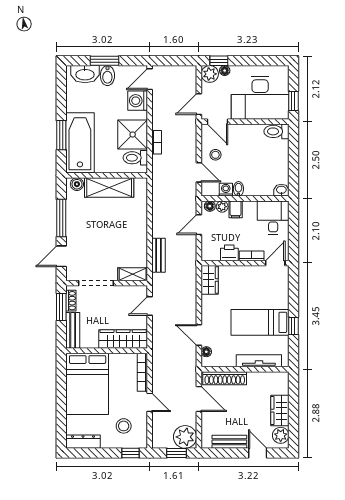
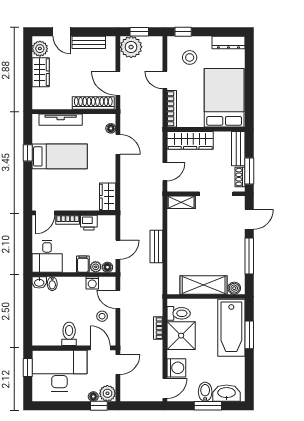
toilet: (276, 131) -> (69, 334), moved, turned -90
bidet: (238, 189) -> (52, 284), moved
bench: (158, 255) -> (156, 246), moved

